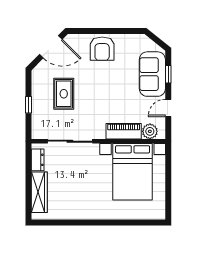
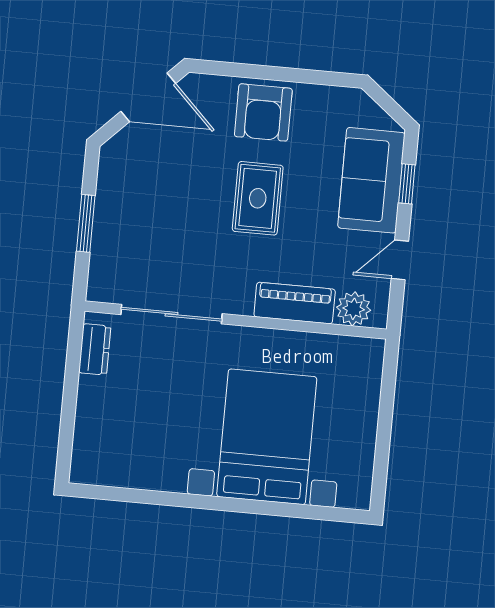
rug: (64, 94) -> (258, 198), moved
window: (29, 105) -> (86, 223), width x1.50
bed with nightstands: (133, 172) -> (267, 437), moved, turned 180
wardrobe: (39, 192) -> (92, 423), removed

